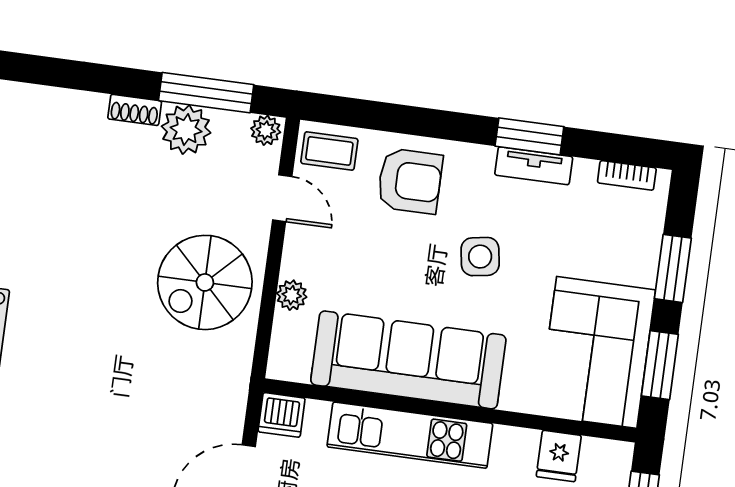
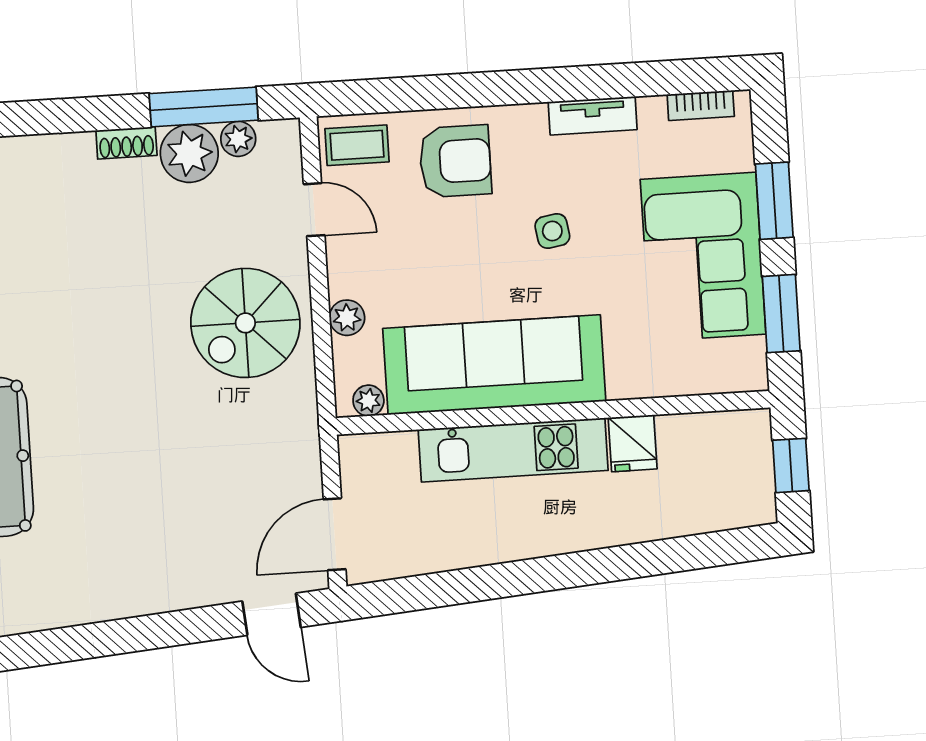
plant: (266, 130) -> (238, 139), moved
window: (529, 136) -> (581, 83), removed
side table: (480, 257) -> (552, 231), width x0.73, depth x0.73
corner sofa: (597, 352) -> (703, 257), moved
plant: (296, 369) -> (368, 401), added
dishwasher: (282, 415) -> (363, 456), removed
fridge: (559, 456) -> (633, 443), moved

